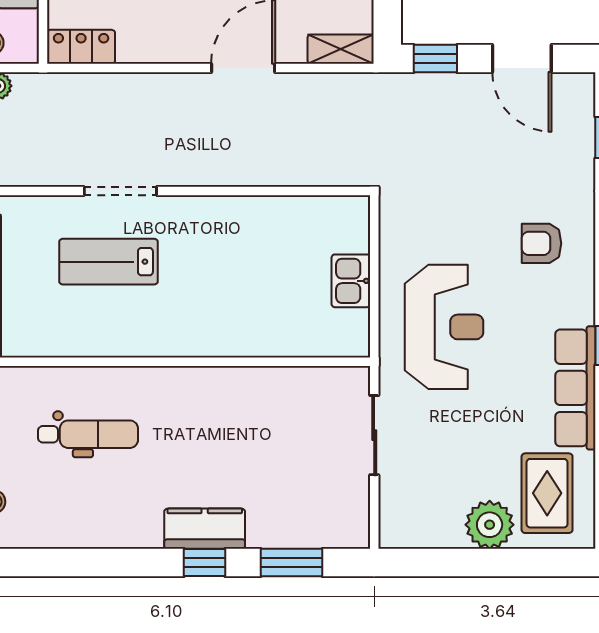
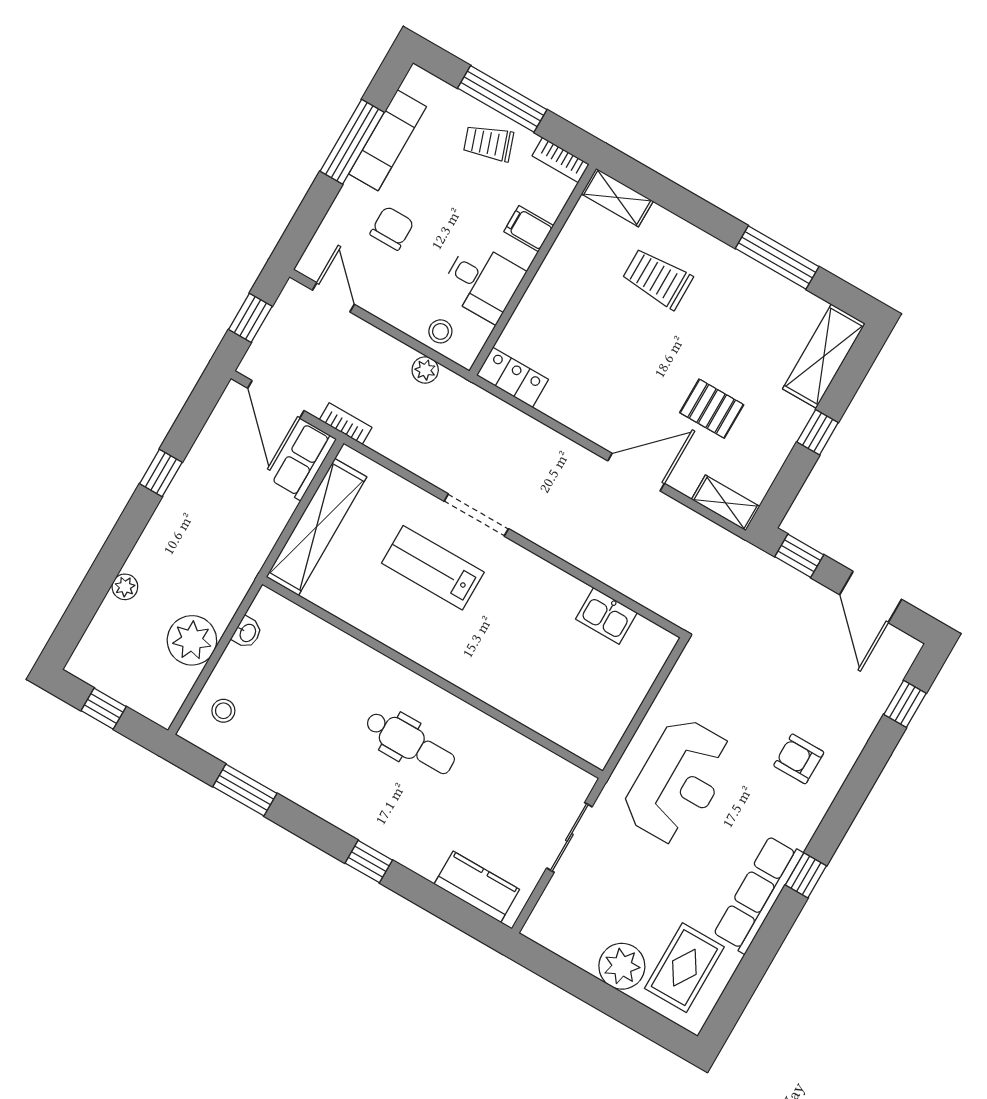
kitchen sink: (351, 281) -> (606, 616), moved, turned -90
dental chair: (88, 434) -> (410, 743), moved
kitchen counter: (205, 529) -> (477, 887), moved
window: (291, 562) -> (245, 790), moved

